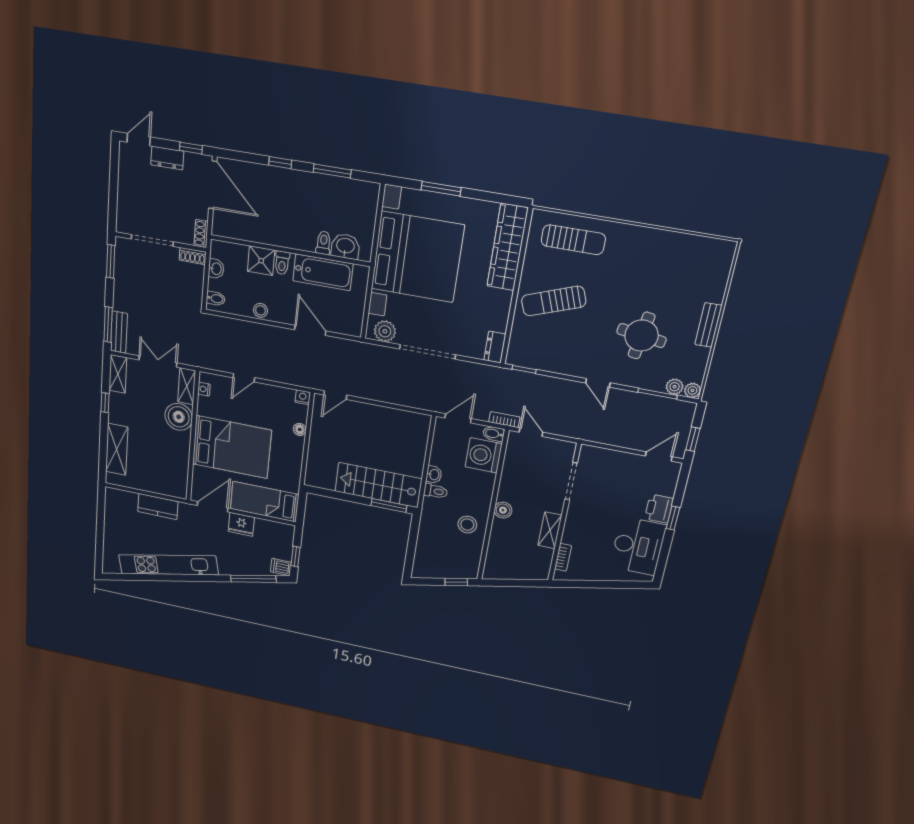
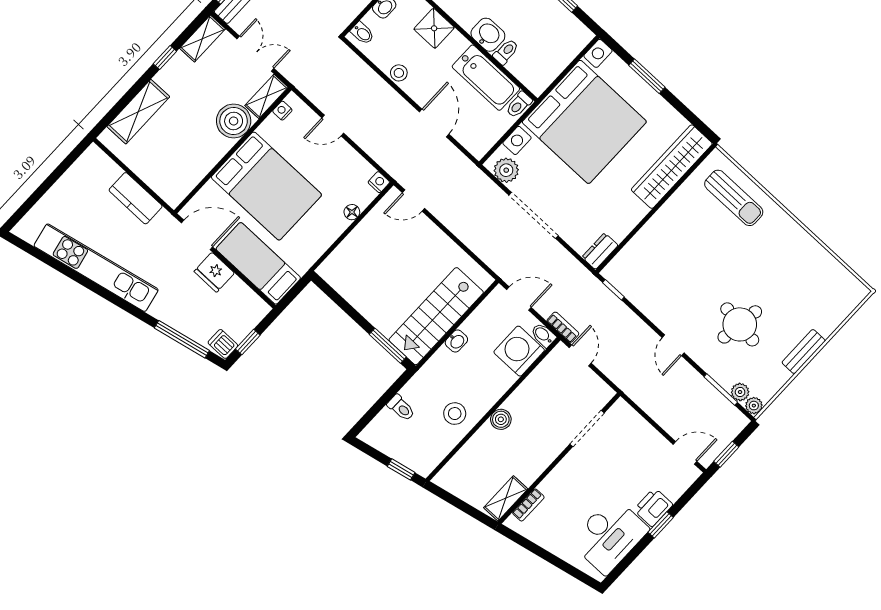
washbasin: (345, 246) -> (488, 35), moved
toilet: (282, 263) -> (519, 105), moved
sun lounger: (554, 301) -> (682, 242), removed
stairs: (378, 485) -> (436, 316), moved, turned -90
toilet: (436, 491) -> (401, 408), moved
shelving: (550, 530) -> (506, 498), moved

